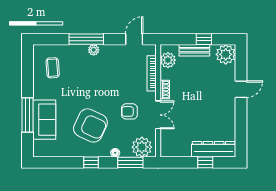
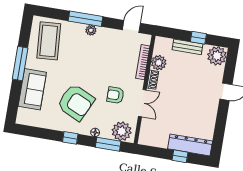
plant: (168, 60) -> (159, 63), moved
coffee table: (53, 68) -> (49, 41), width x1.86, depth x1.72
window: (28, 115) -> (20, 63), moved

